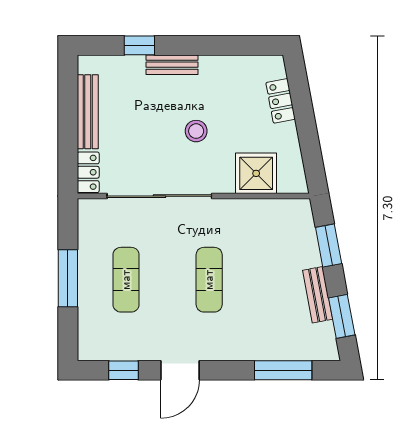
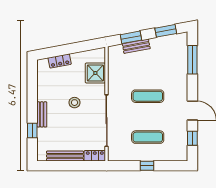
window: (68, 278) -> (147, 166), width x0.46
bench: (318, 295) -> (136, 46), moved

